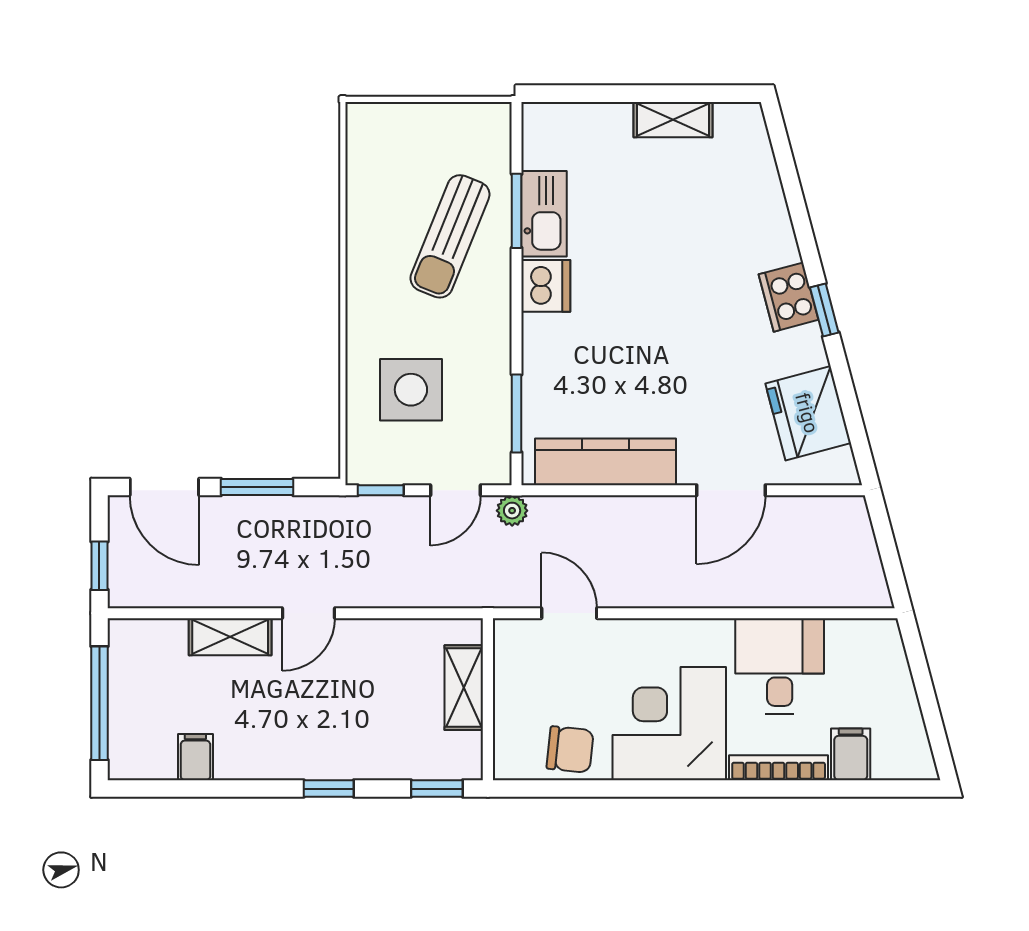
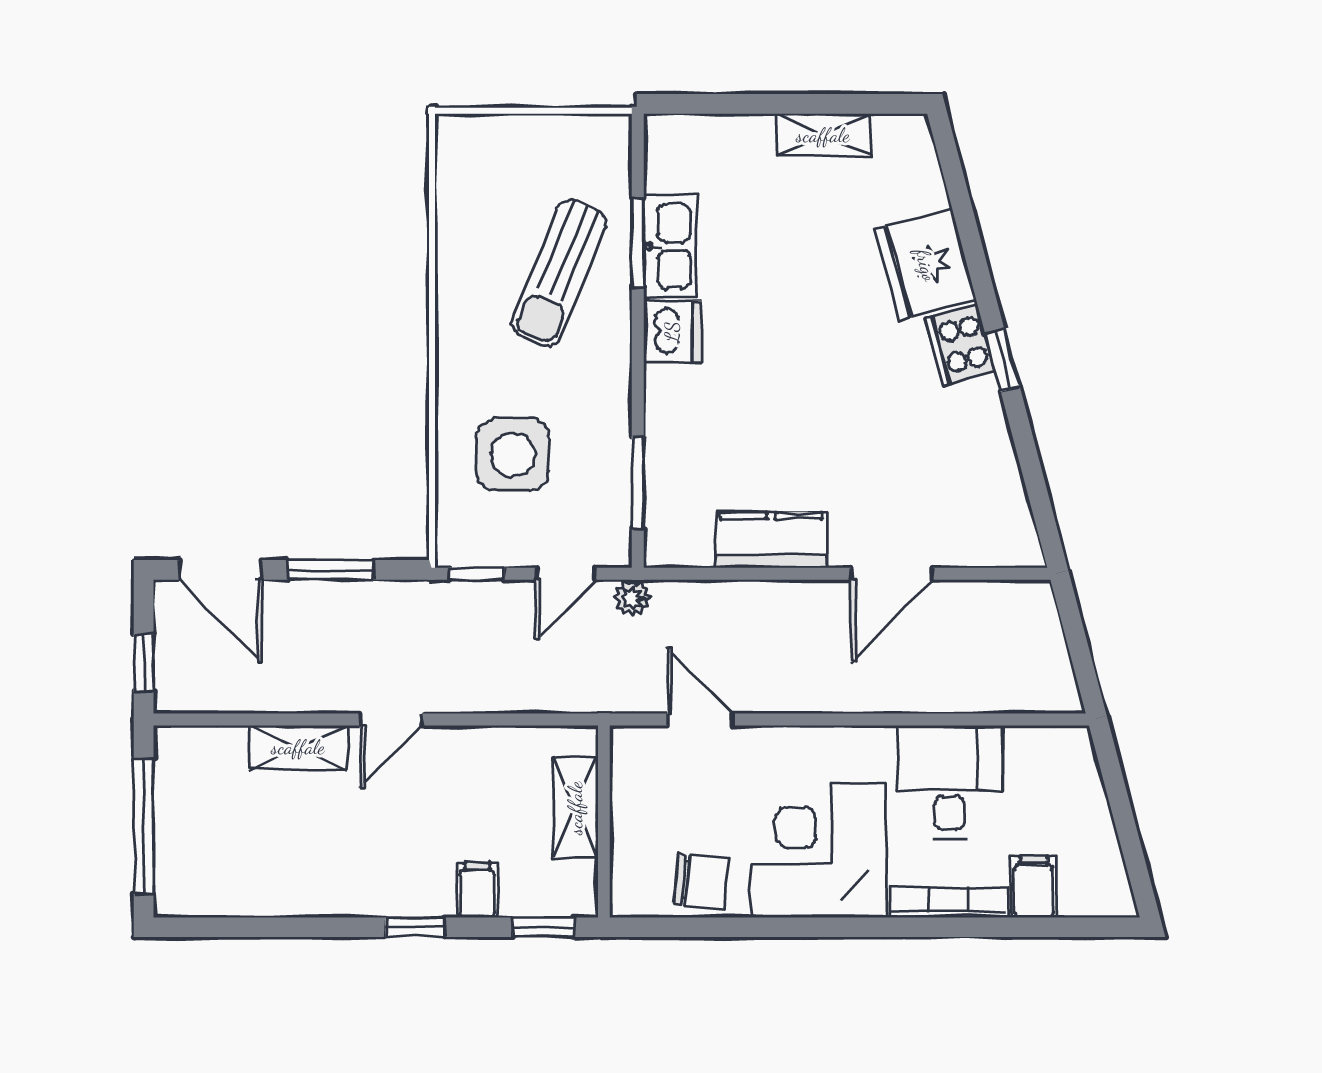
fridge: (808, 413) -> (926, 265), moved
kitchen counter: (605, 462) -> (771, 540), width x0.67
filing cabinet: (195, 757) -> (477, 890), moved

